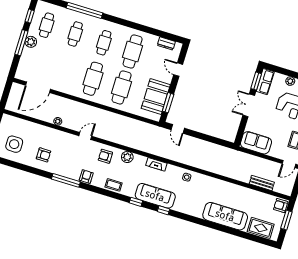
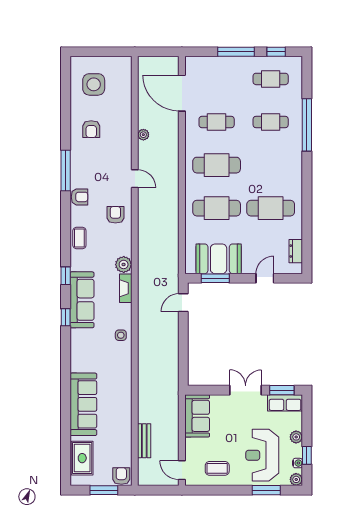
plant: (31, 42) -> (241, 64), removed
cafe table: (104, 43) -> (217, 122), moved
plant: (127, 157) -> (124, 264), moved

